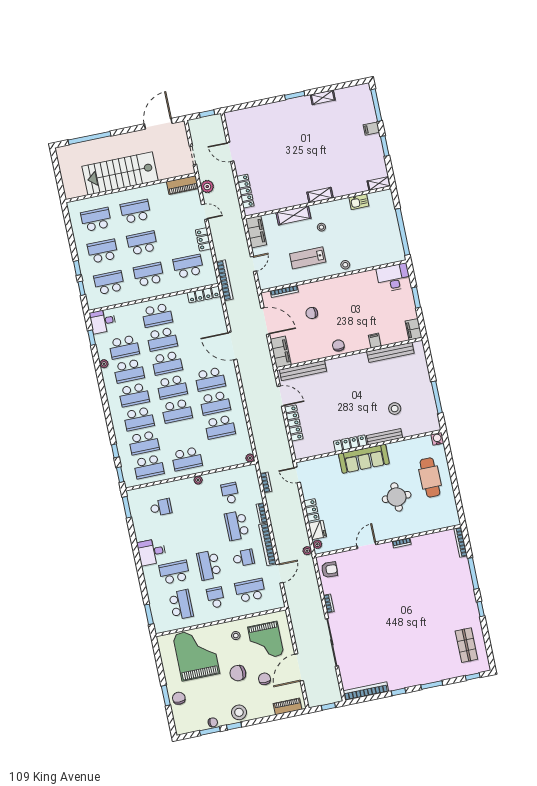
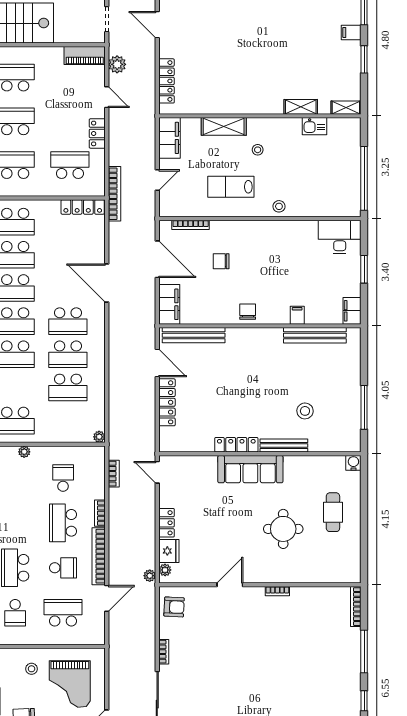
shelving: (320, 195) -> (301, 107), moved
cafe table: (430, 477) -> (333, 512), width x0.73, depth x0.74
school desk: (216, 598) -> (15, 613), turned 180

